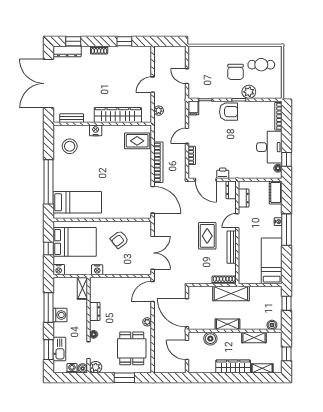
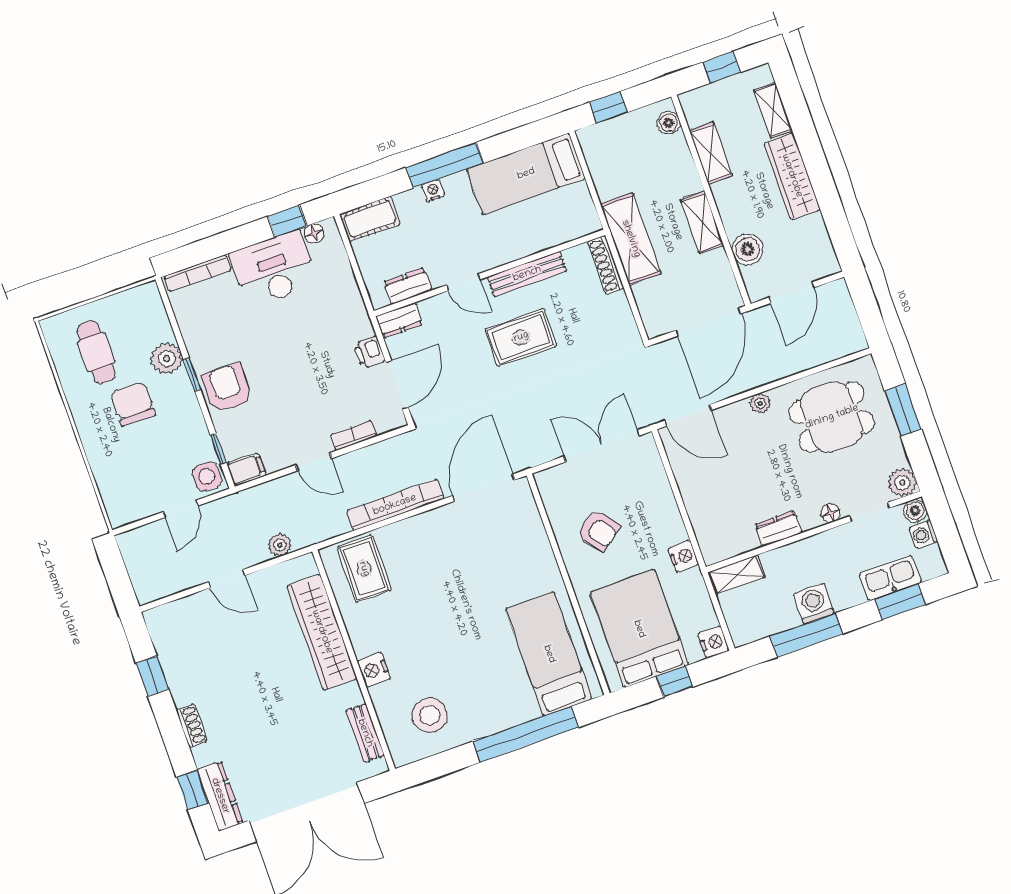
chair: (235, 72) -> (133, 404), turned -90
side table: (196, 91) -> (207, 476), added

